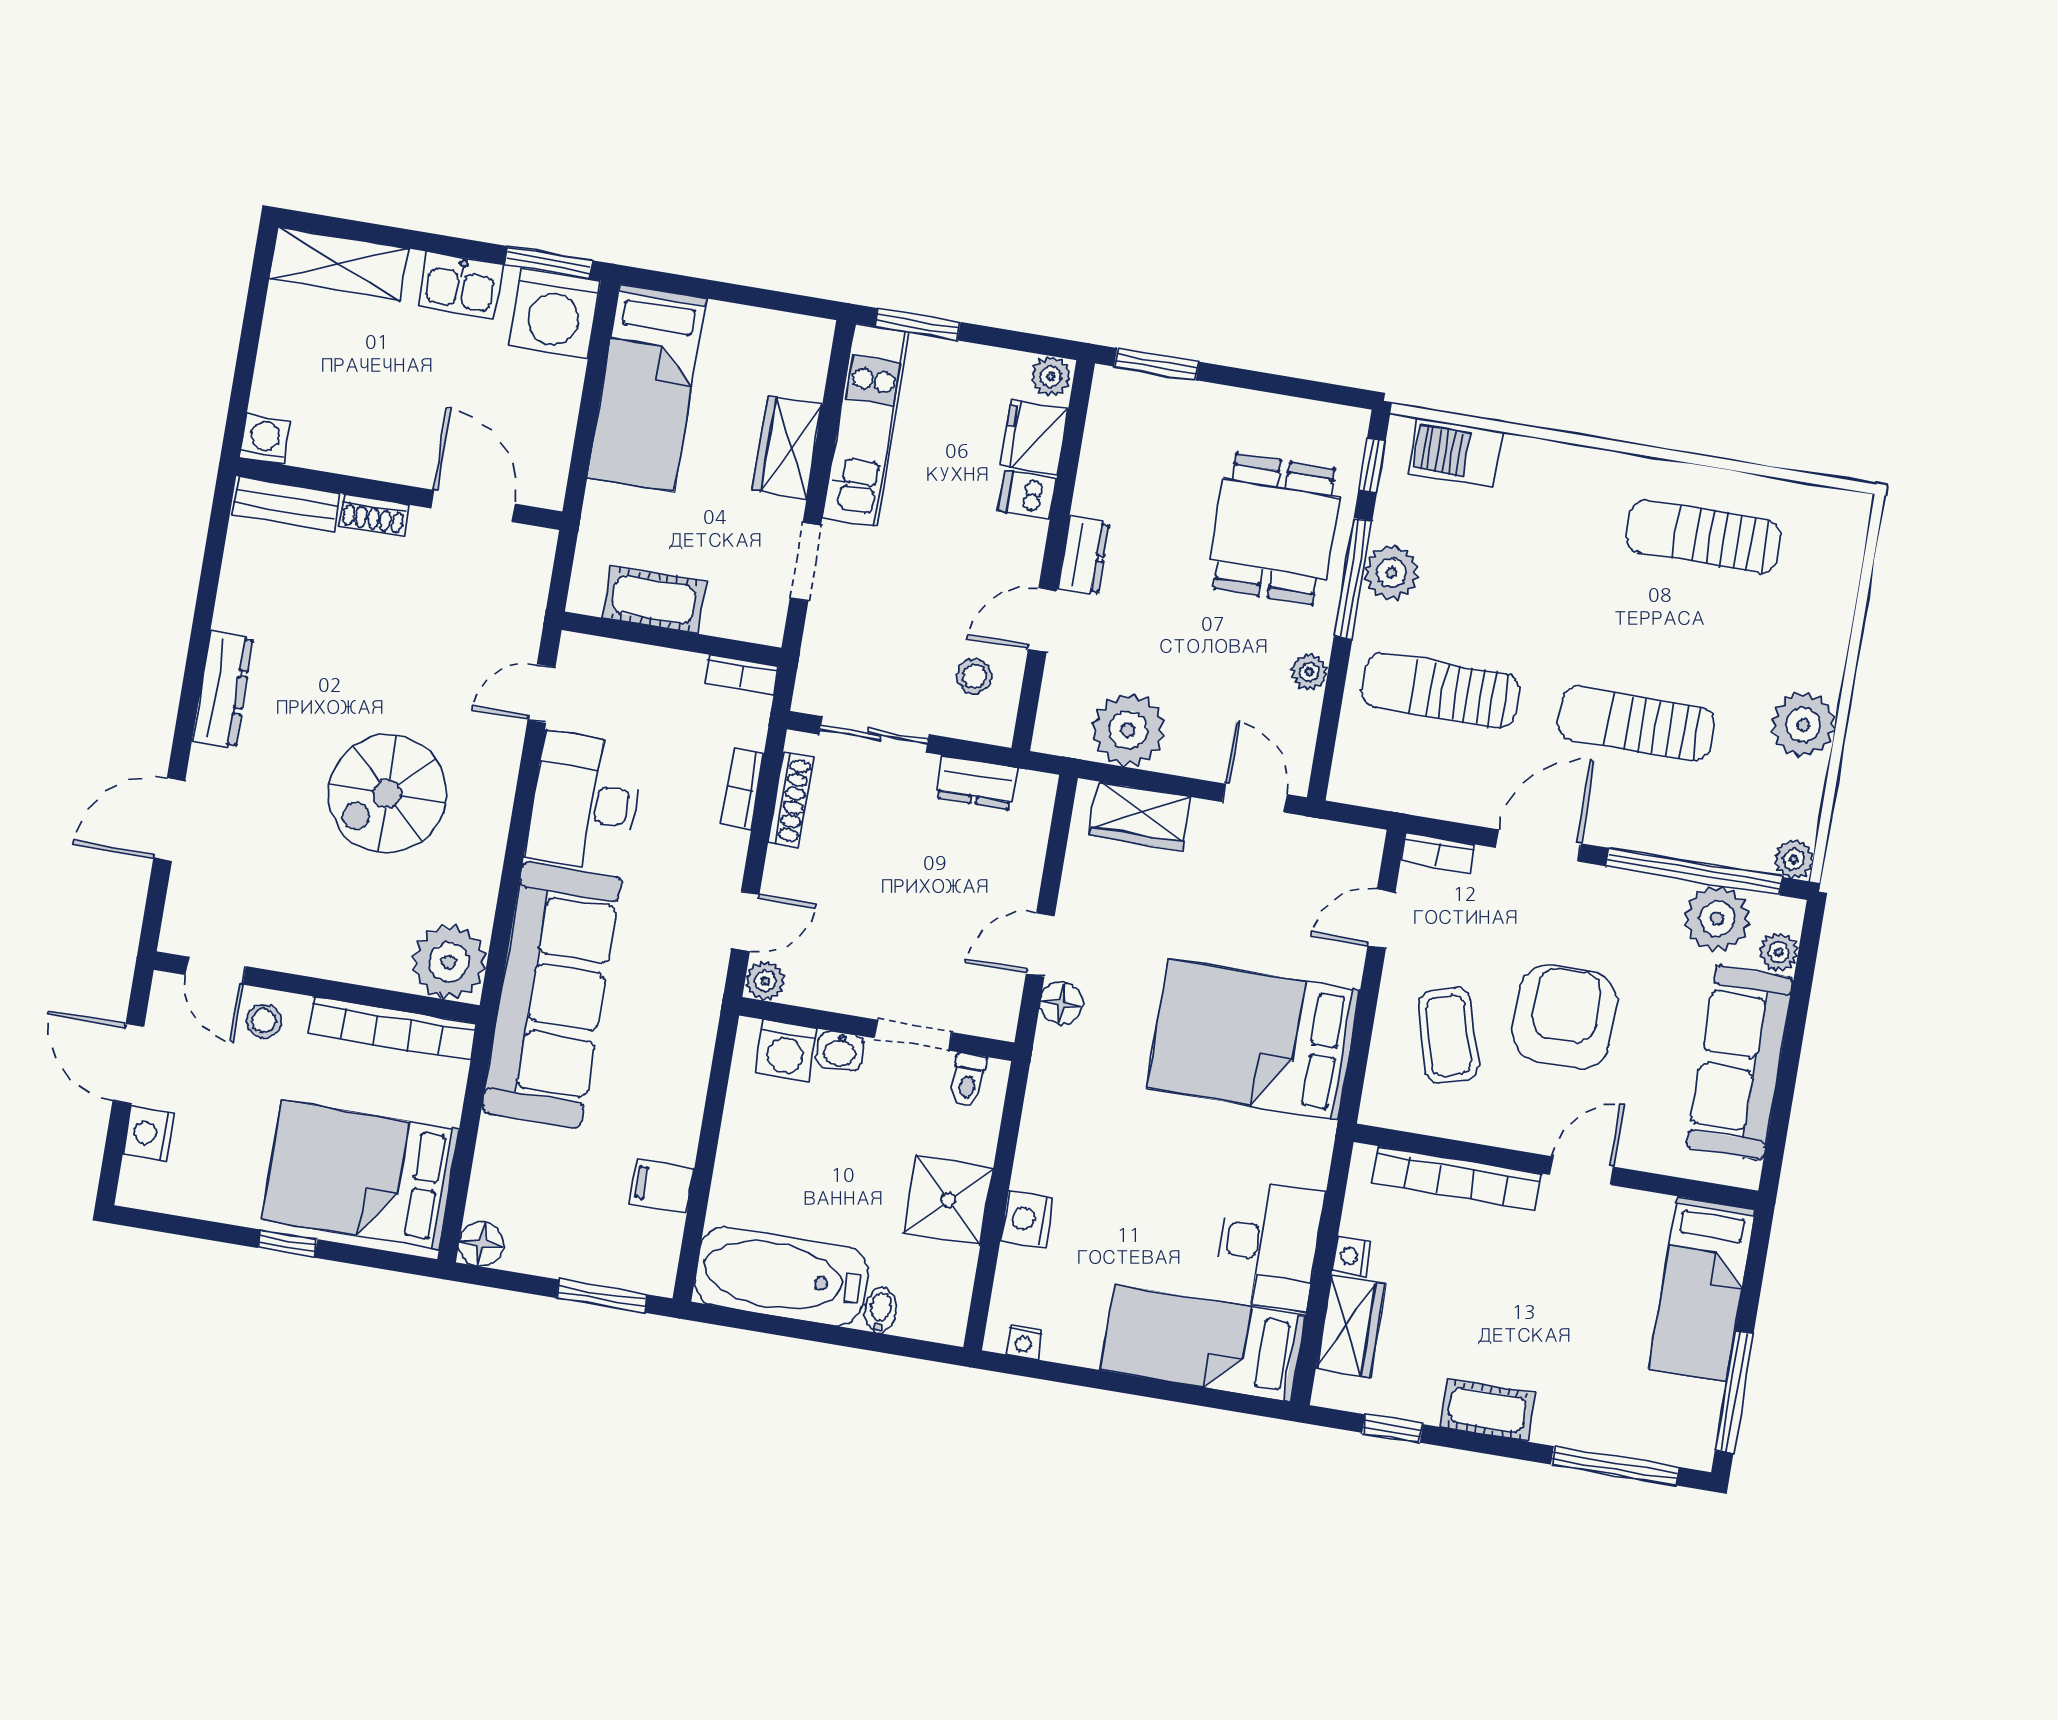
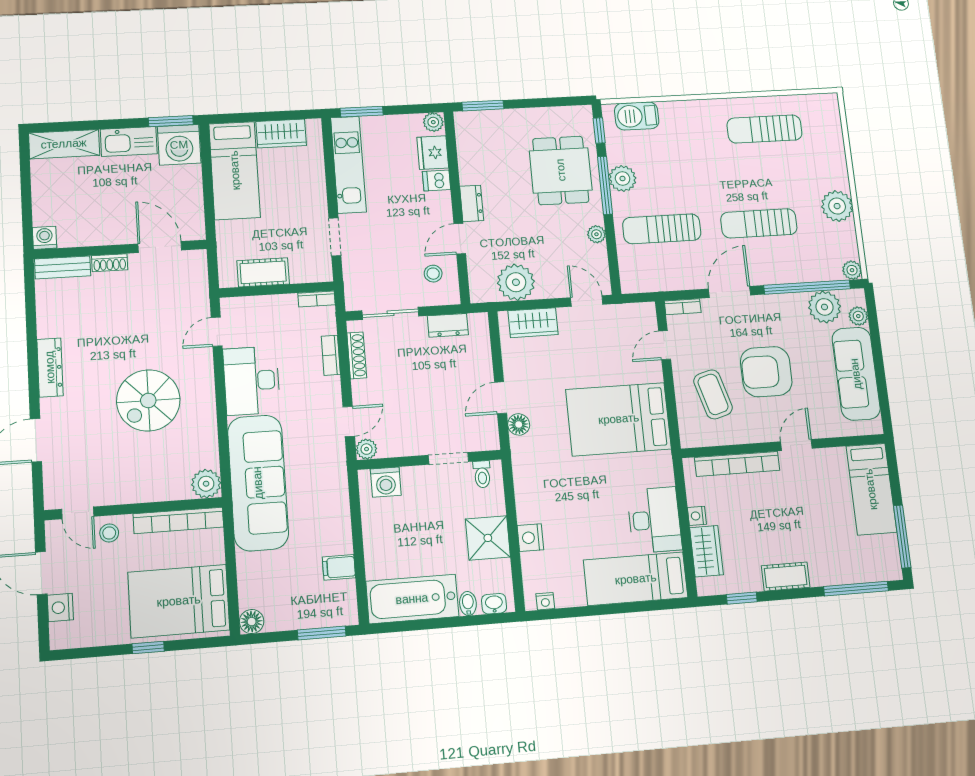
kitchen sink: (461, 286) -> (129, 142), width x1.38
wardrobe: (787, 447) -> (281, 134), moved, turned -90
plant: (449, 962) -> (206, 484), width x0.73, depth x0.73
armchair: (1565, 1017) -> (766, 372), turned -90
washbasin: (840, 1051) -> (494, 604), moved, turned 180

